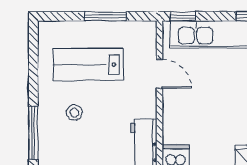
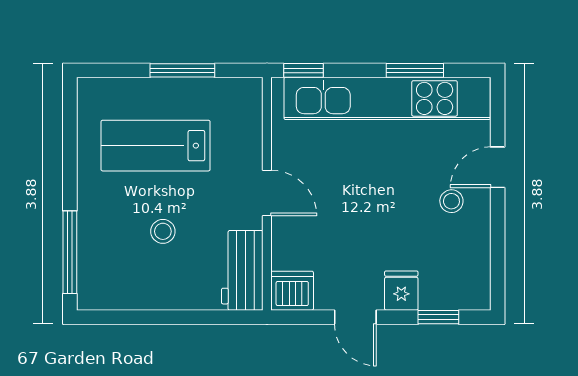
door: (160, 74) -> (267, 193), moved
stool: (74, 113) -> (163, 231), moved

